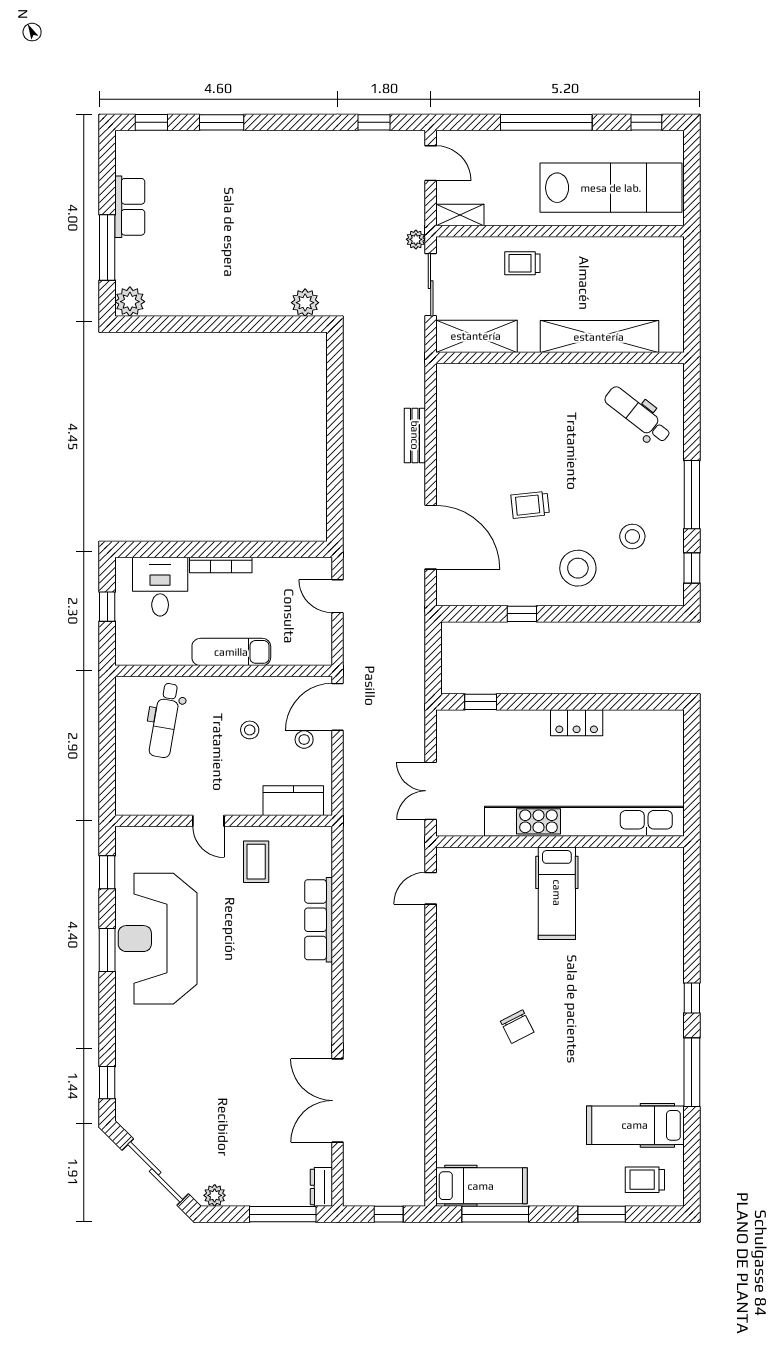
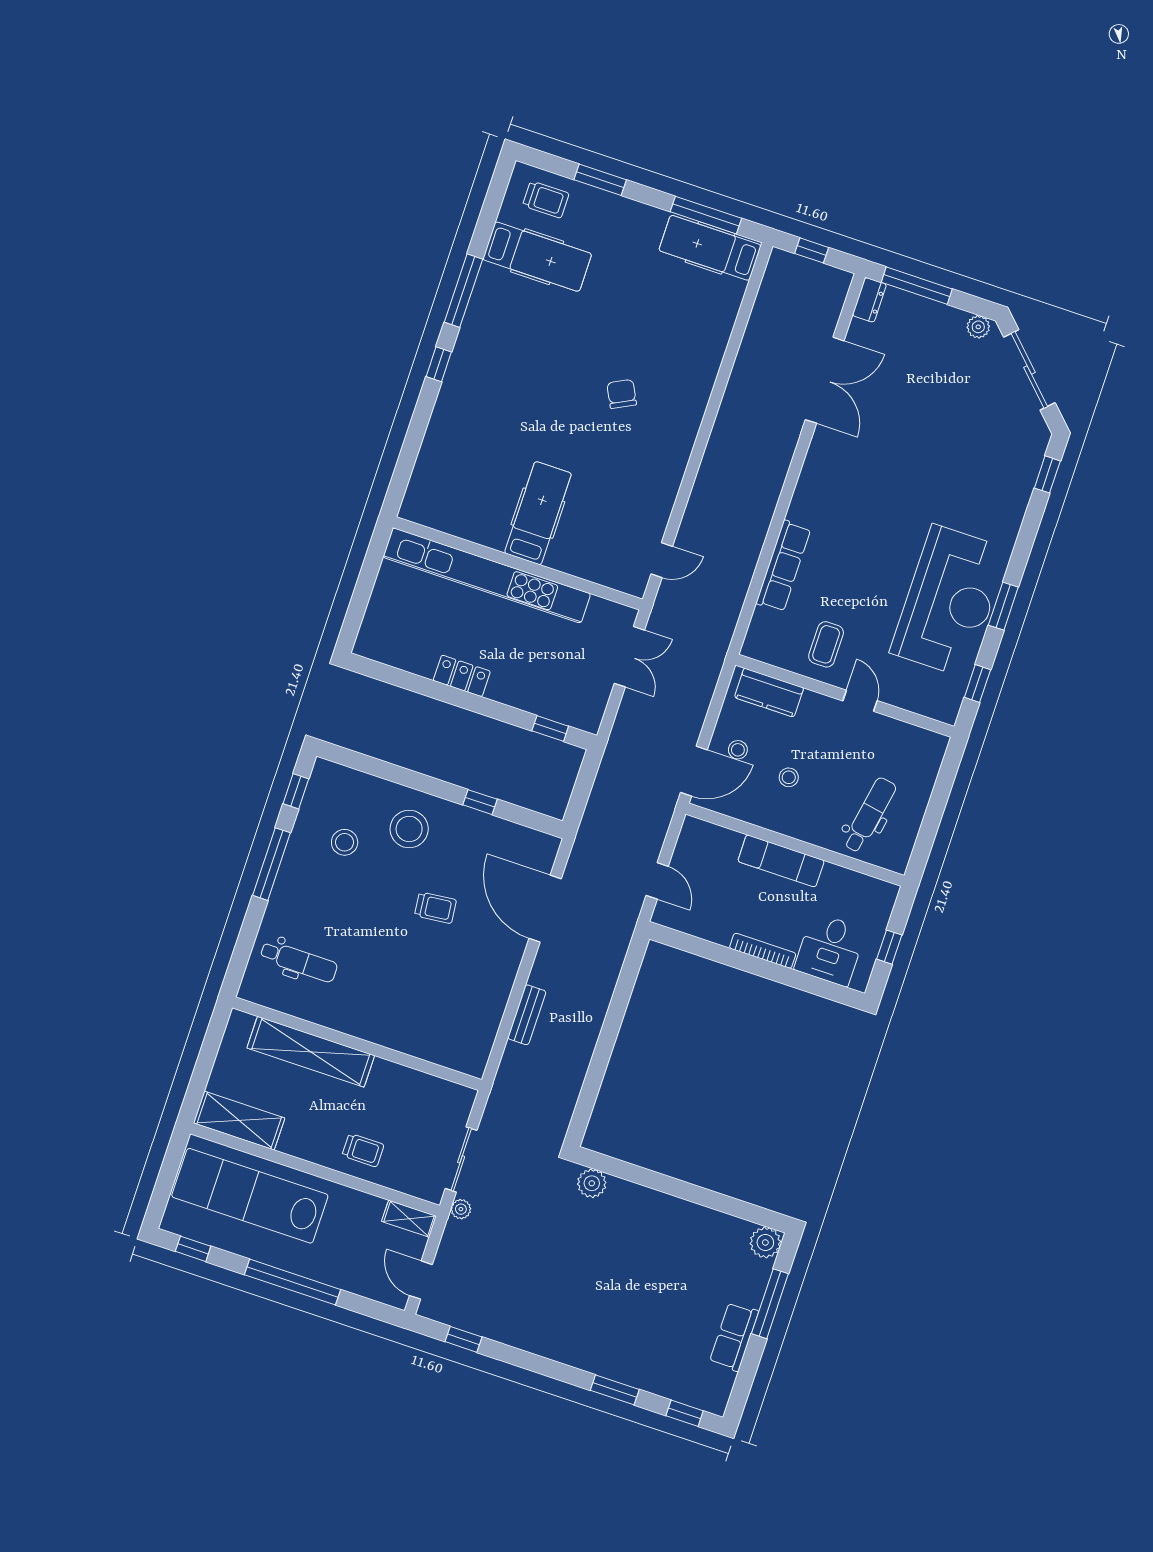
shelving: (476, 336) -> (239, 1121), moved
dental chair: (638, 415) -> (299, 961), turned -38

